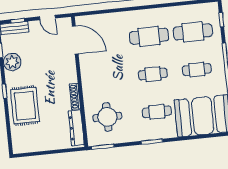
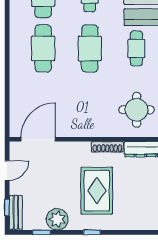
cafe table: (153, 74) -> (90, 48), width x1.37, depth x1.35
rug: (25, 106) -> (97, 191), moved, turned 90

